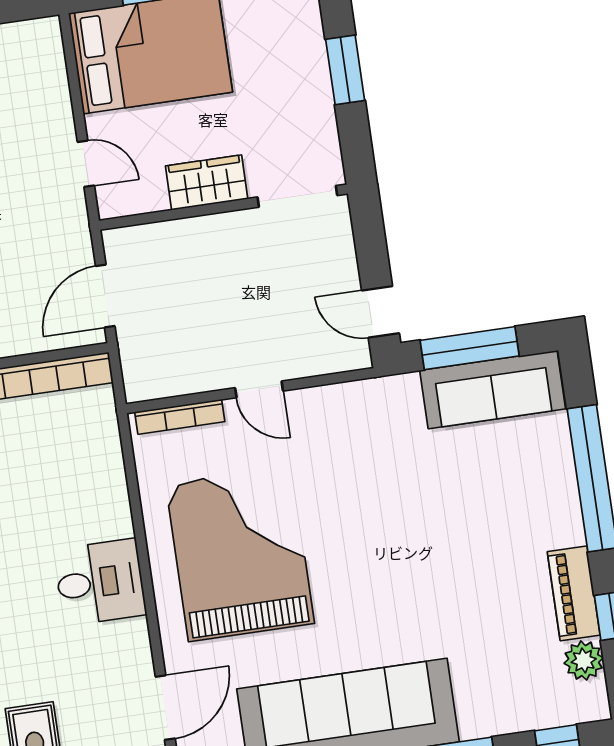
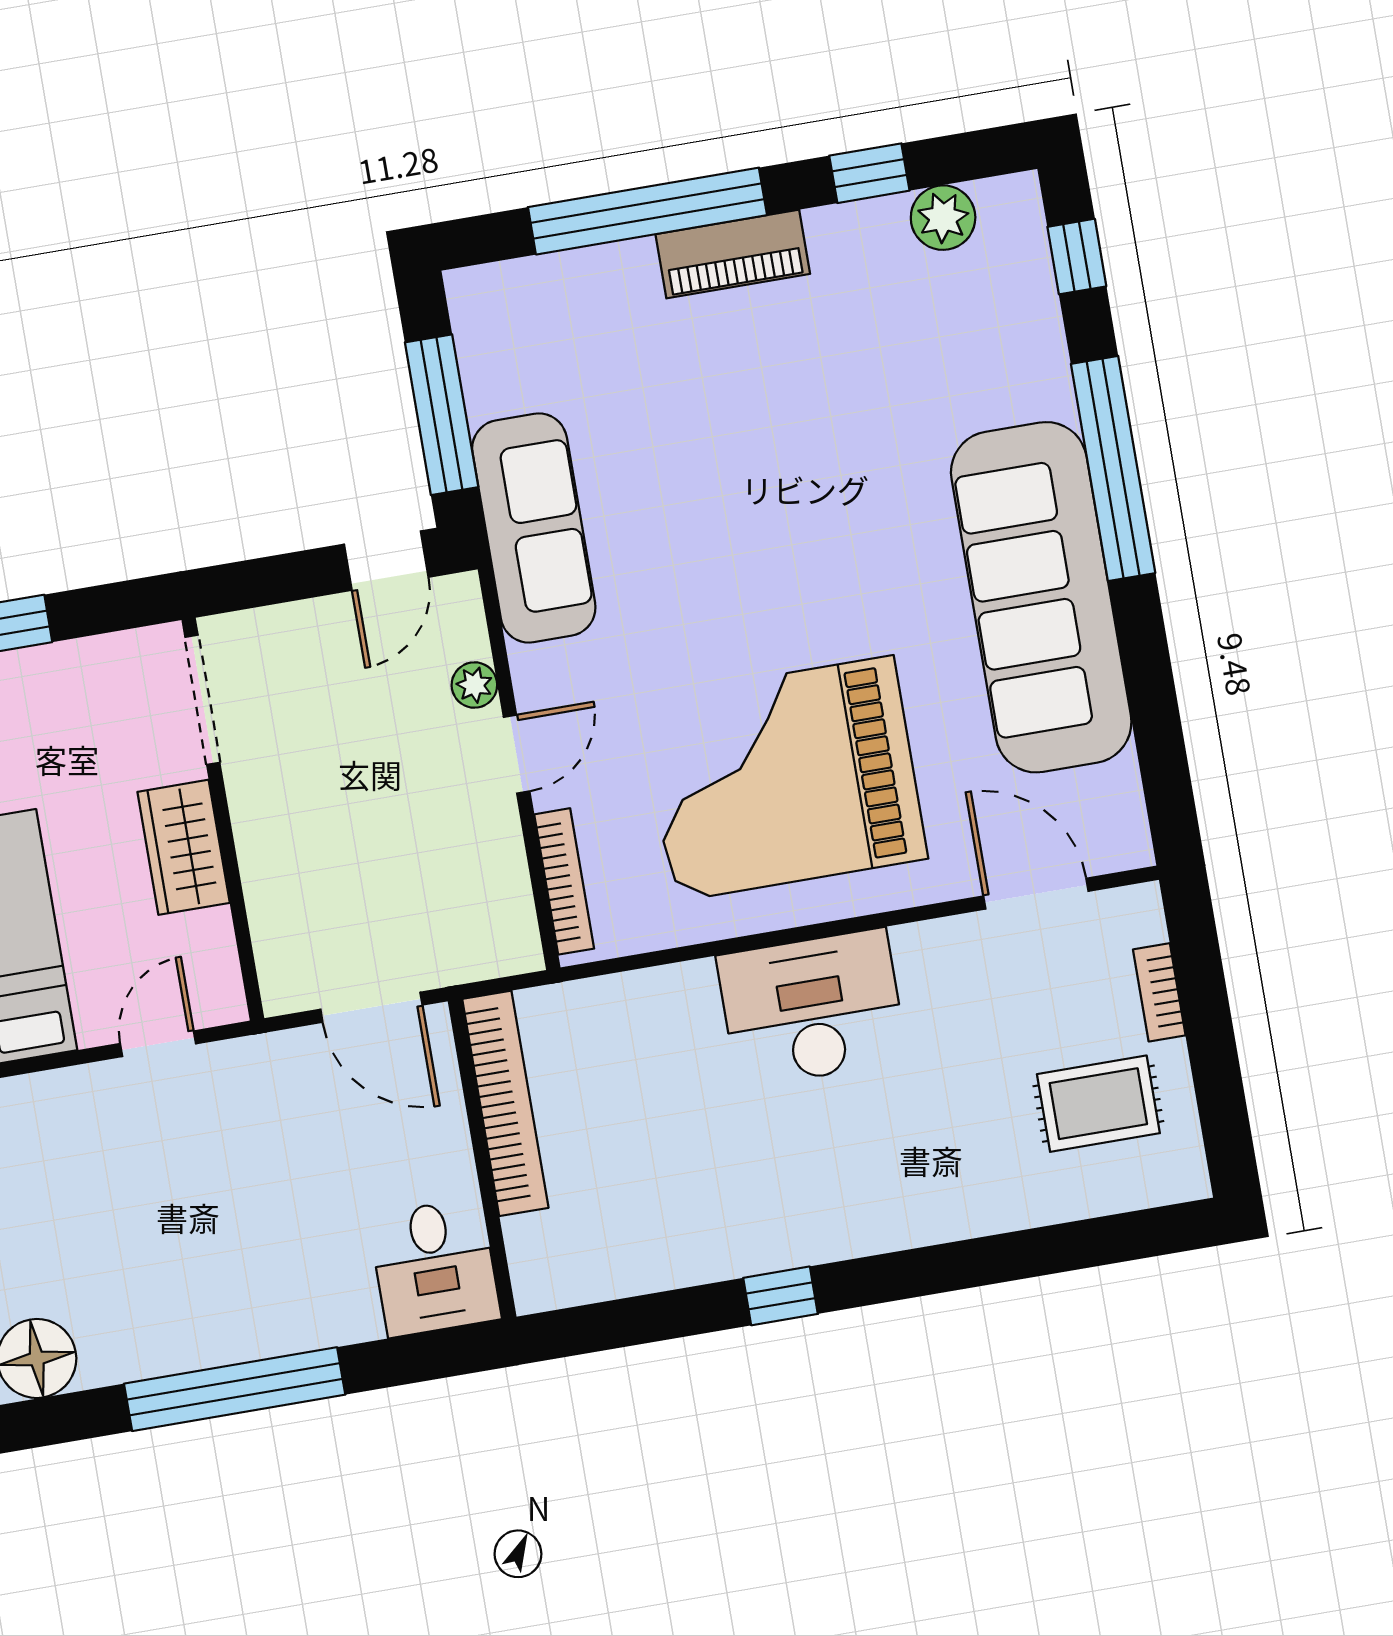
plant: (302, 364) -> (474, 685), added
sofa: (493, 390) -> (534, 528), moved
desk: (100, 582) -> (812, 1008), width x1.37
piano: (574, 593) -> (733, 254), moved

